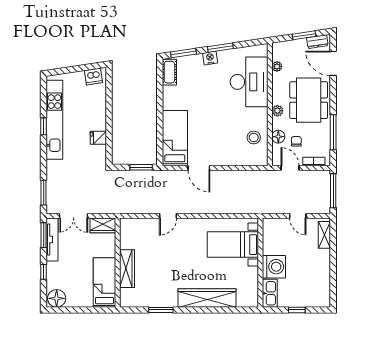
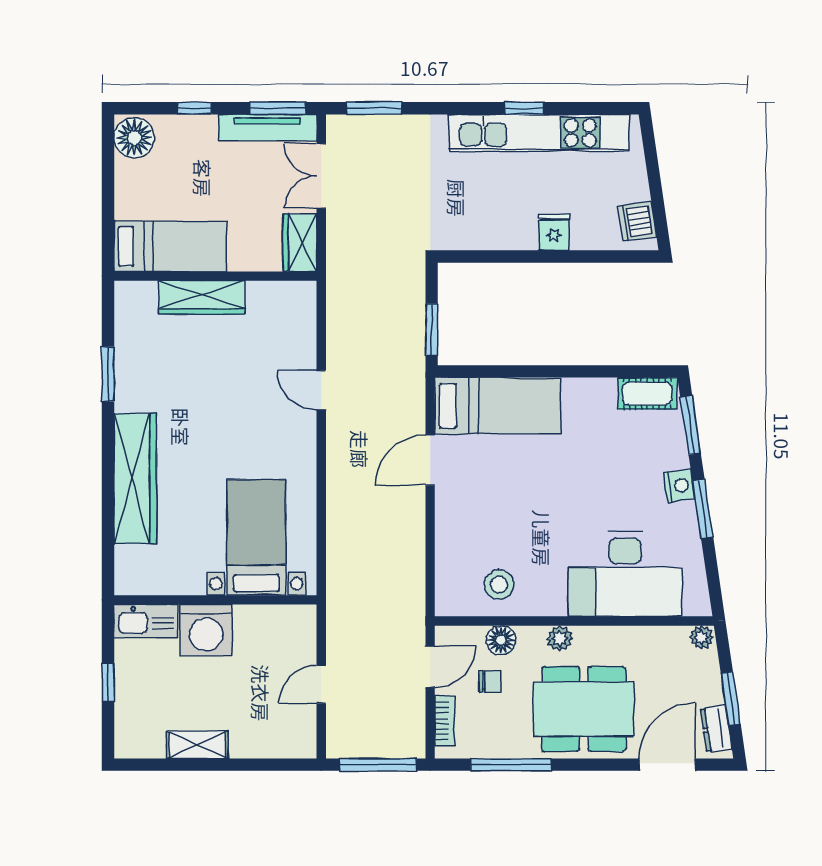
plant: (277, 66) -> (701, 637), moved
fridge: (98, 138) -> (554, 232), moved
shelving: (324, 235) -> (197, 745), moved

